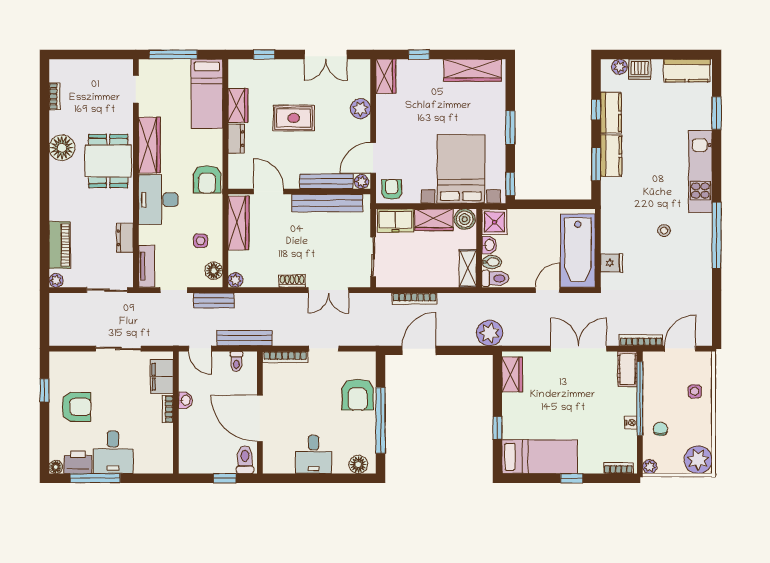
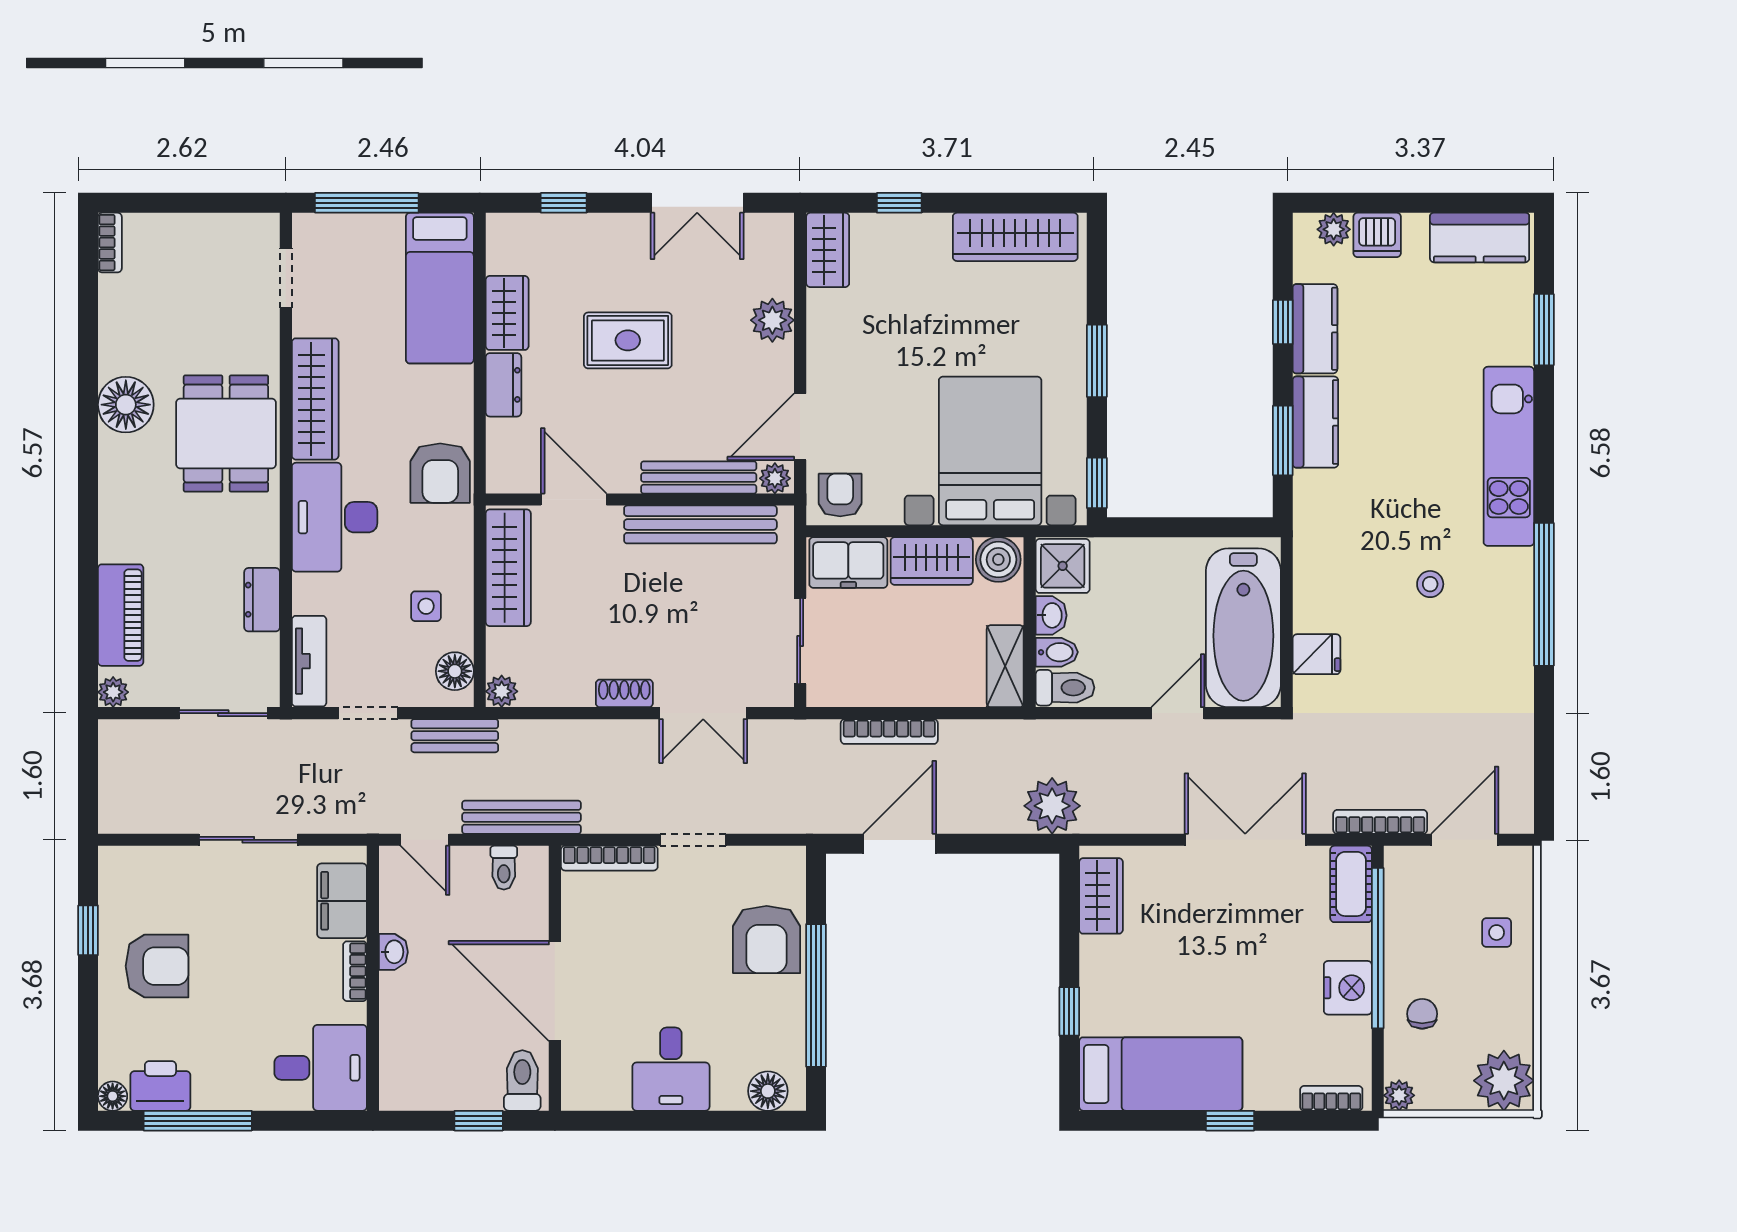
bookcase: (55, 96) -> (110, 243), moved
nightstand: (631, 423) -> (1348, 988), width x1.89, depth x1.79
desk: (113, 452) -> (321, 1068), moved, turned -90

